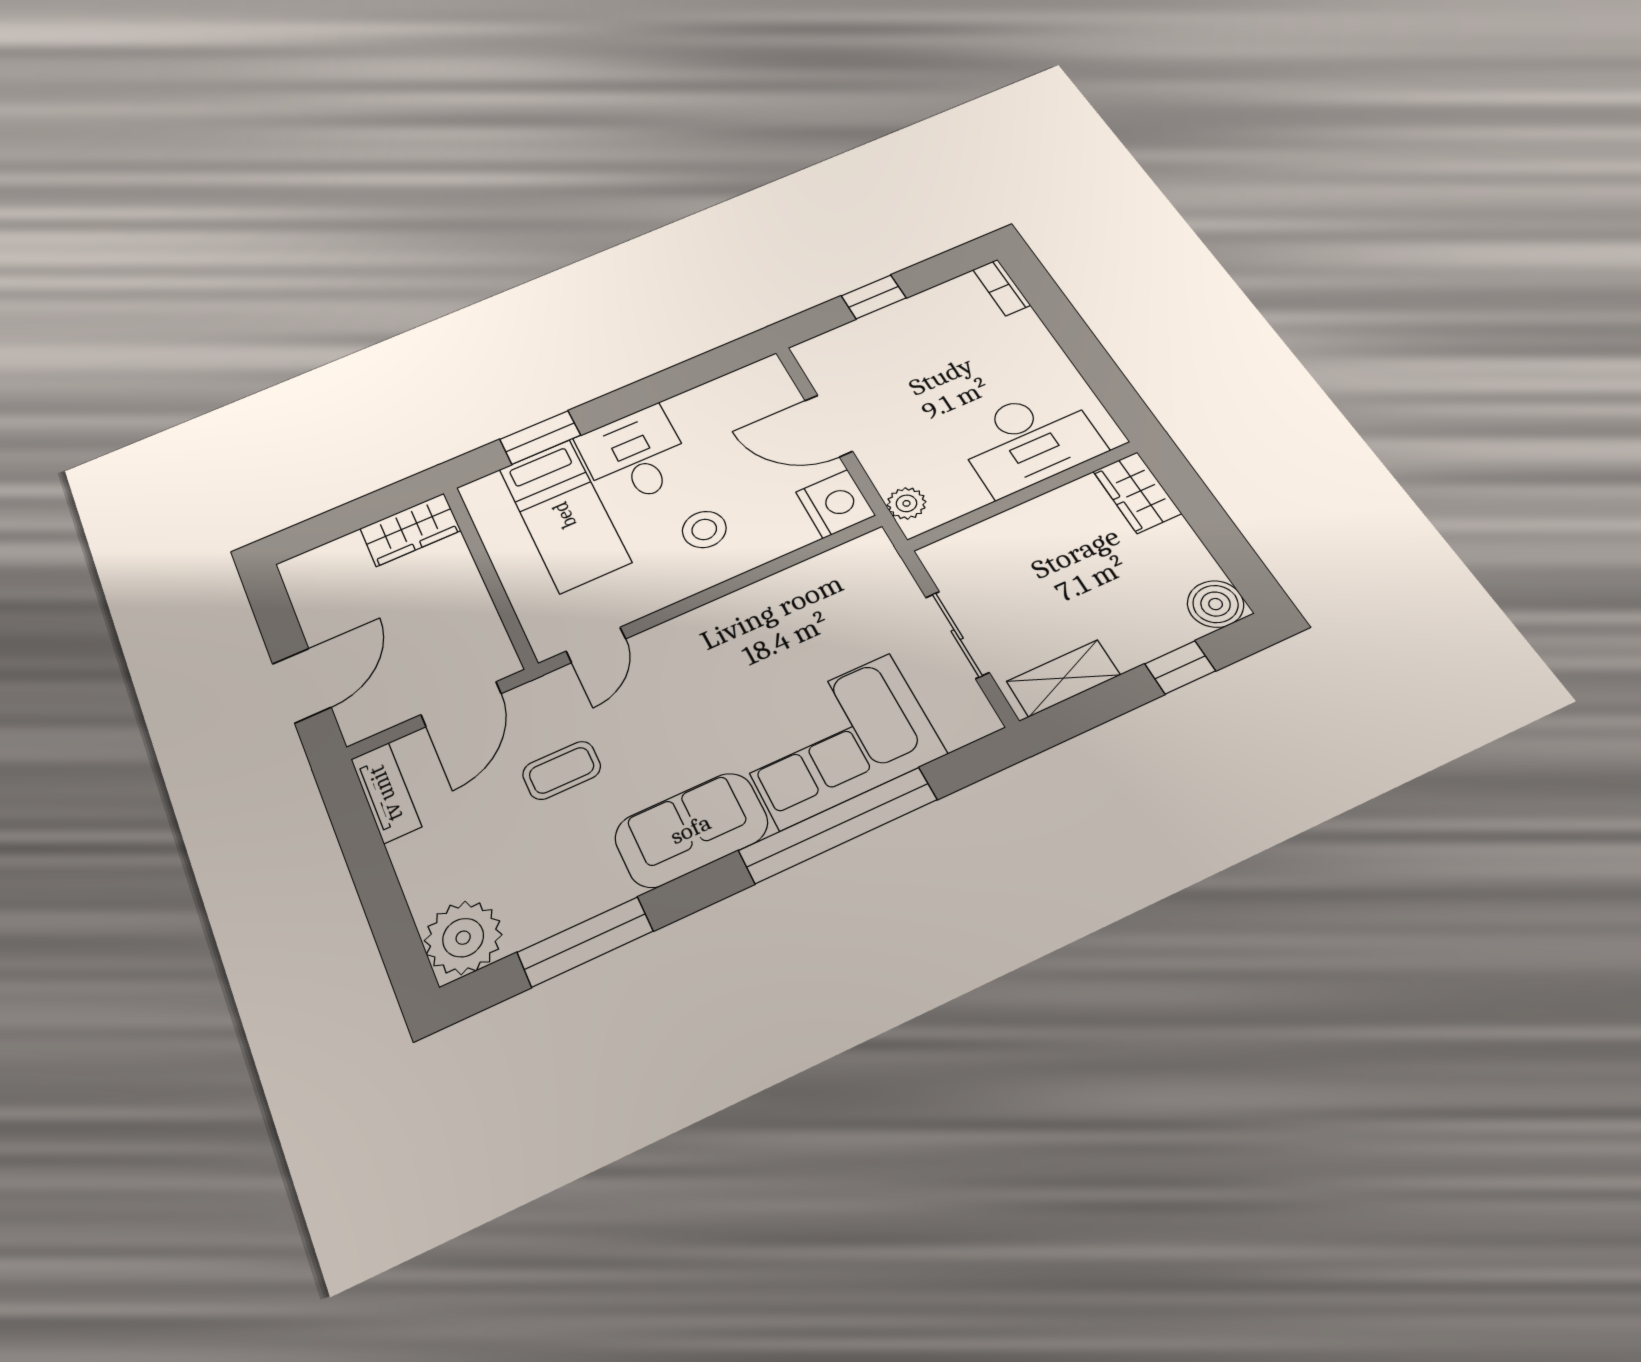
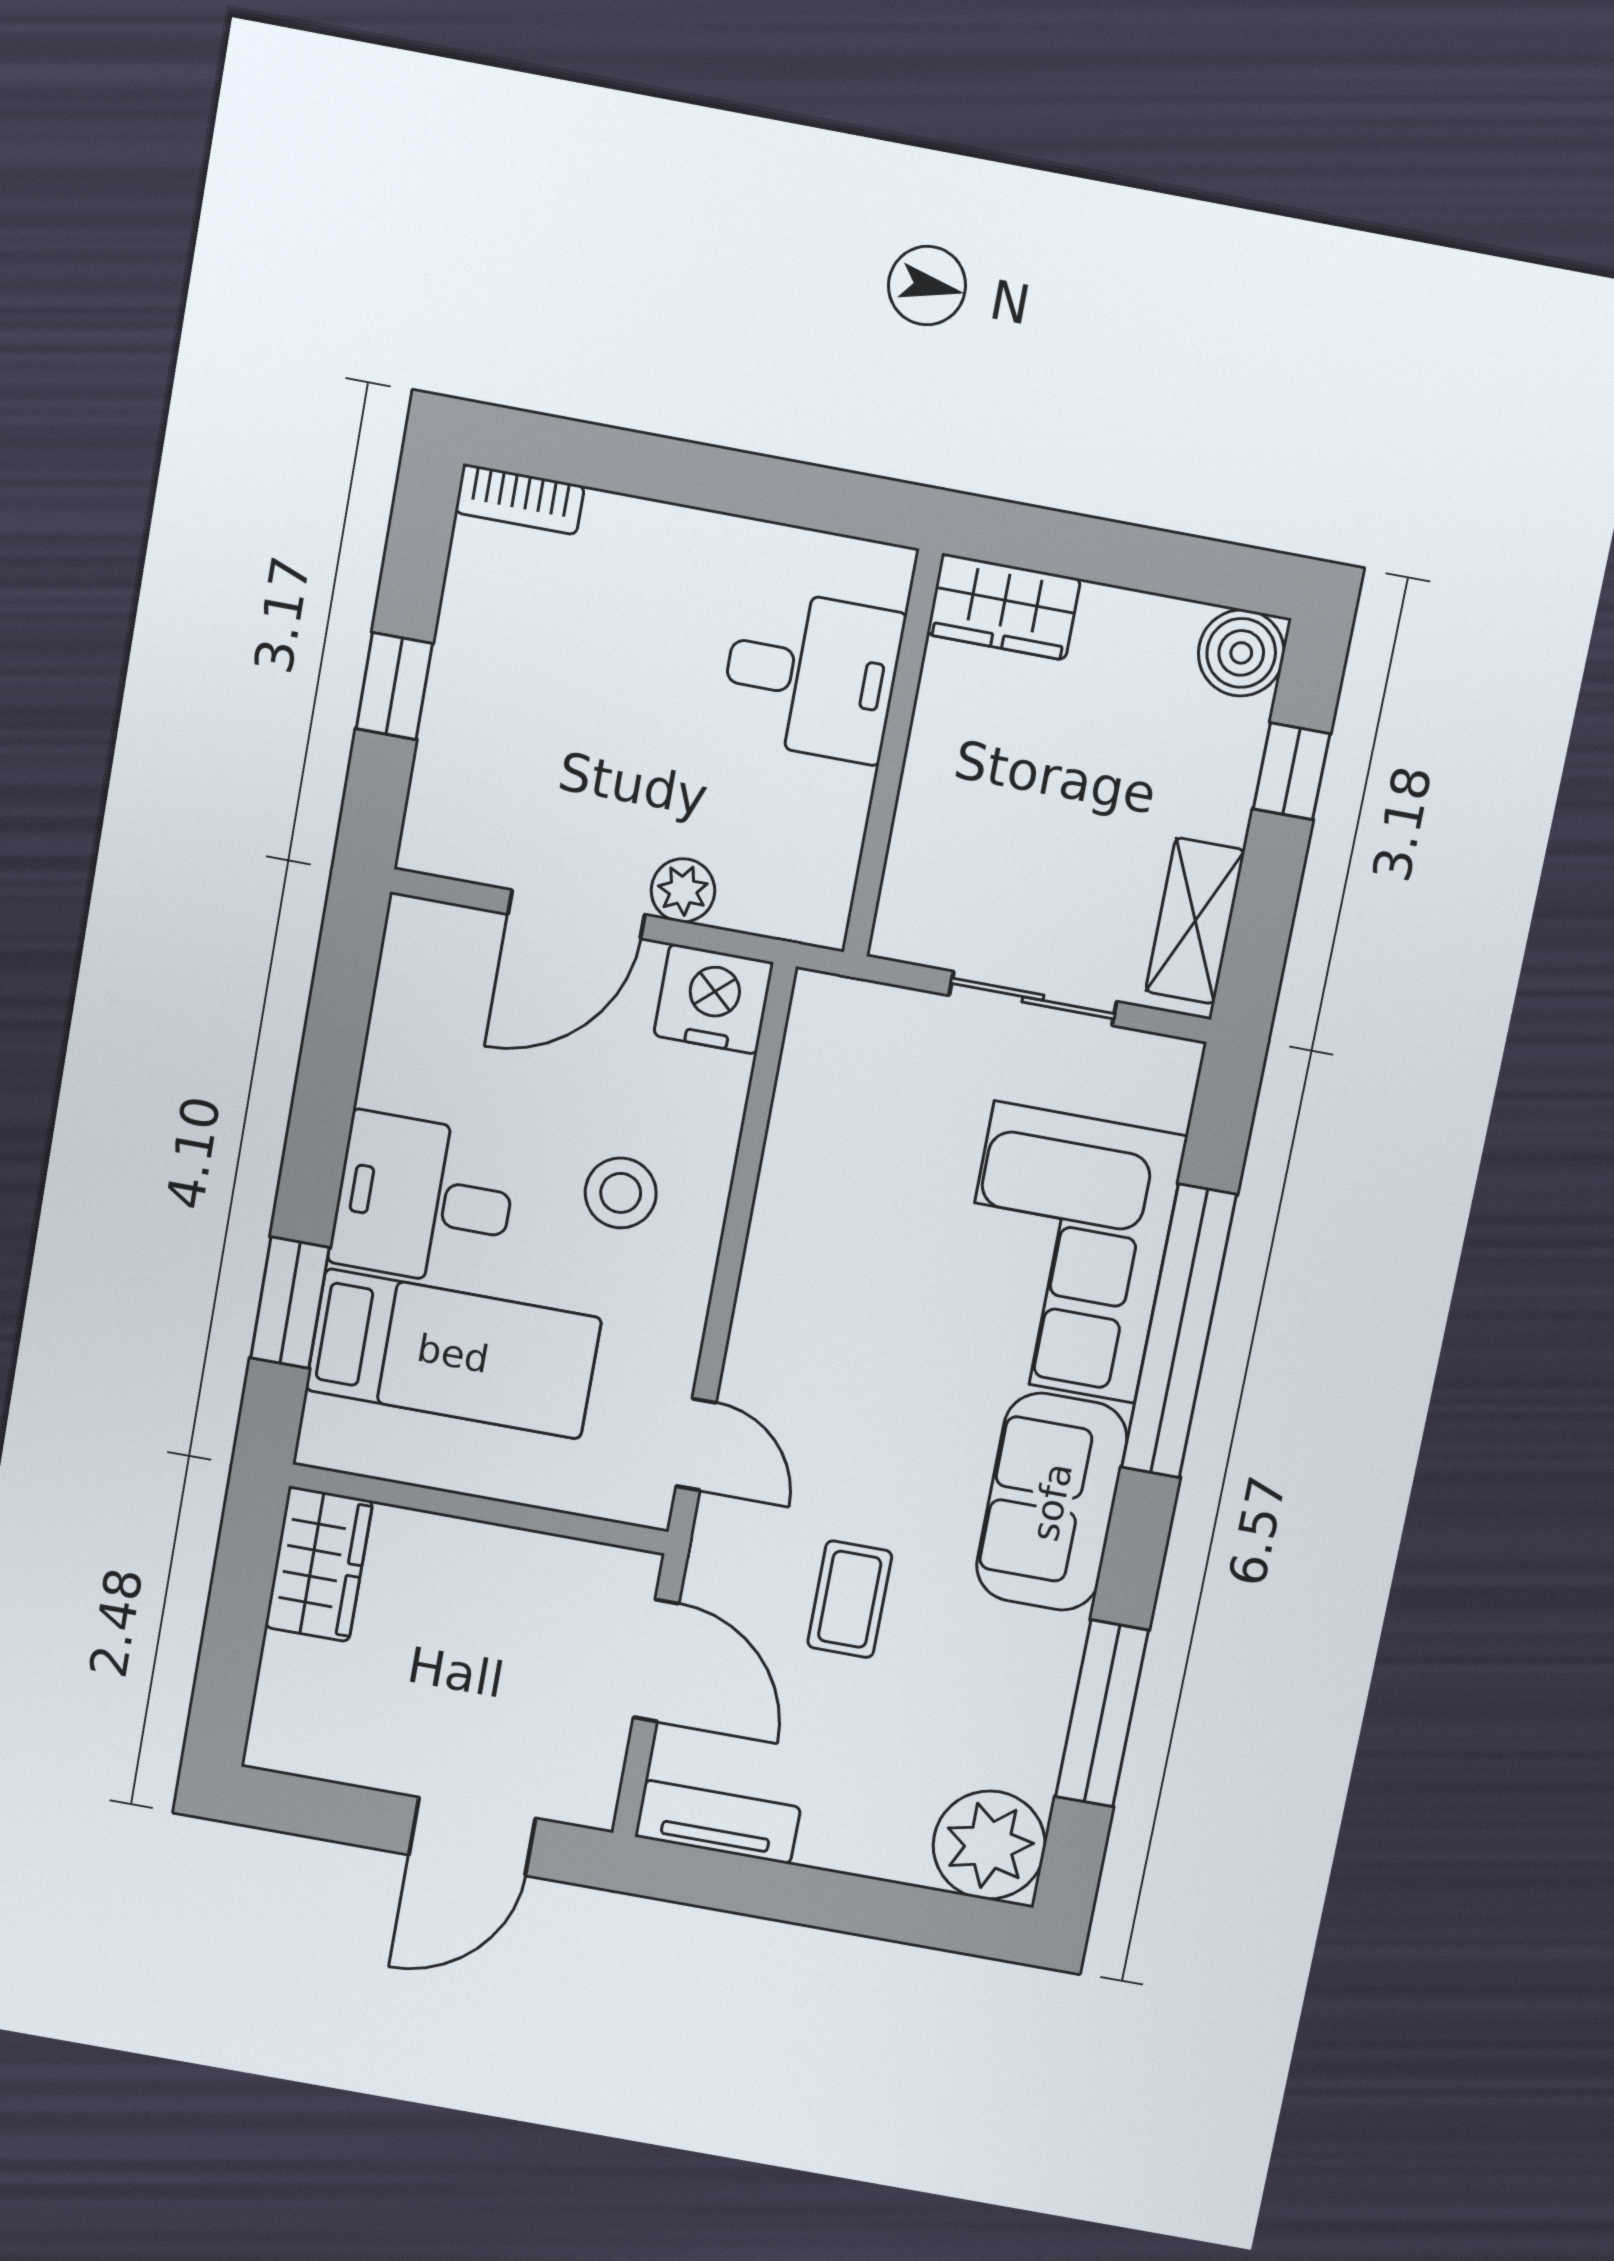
desk: (1029, 440) -> (811, 675), width x0.73
plant: (906, 503) -> (683, 890), moved
door: (302, 686) -> (472, 1836), swing flipped

